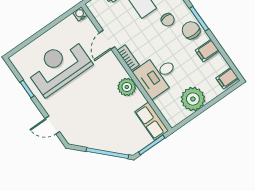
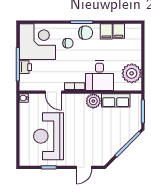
chair: (191, 30) -> (86, 33), turned 180
filing cabinet: (227, 78) -> (119, 31), moved
plant: (193, 99) -> (132, 73), moved
row of seats: (152, 121) -> (116, 100), moved

